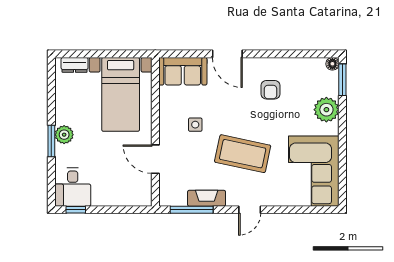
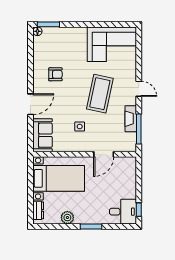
plant: (326, 110) -> (69, 35), removed
plant: (64, 135) -> (67, 218), moved

